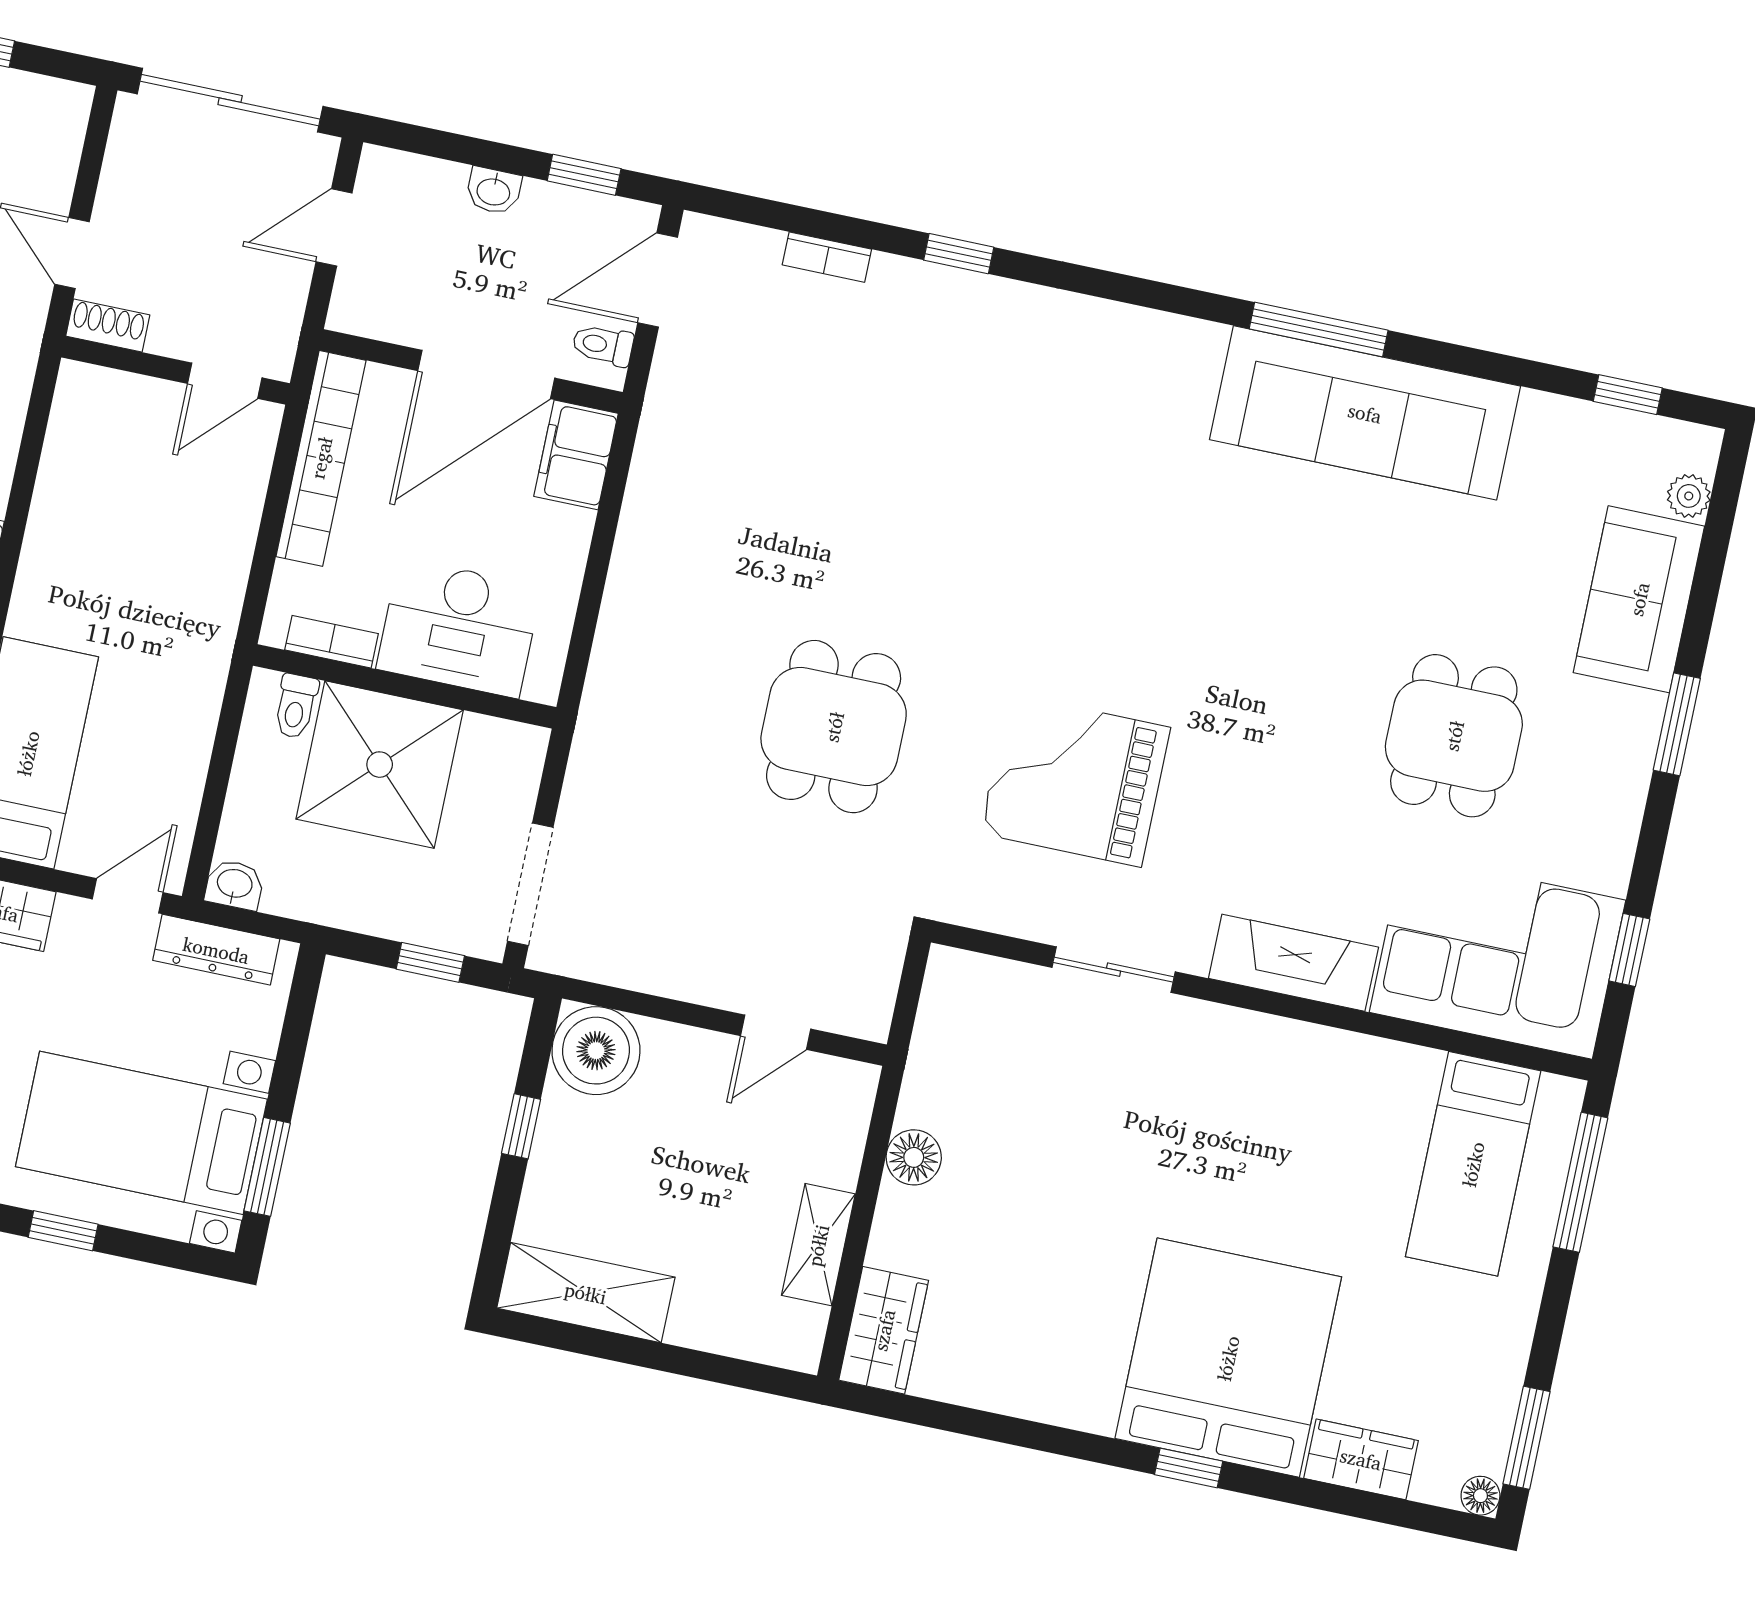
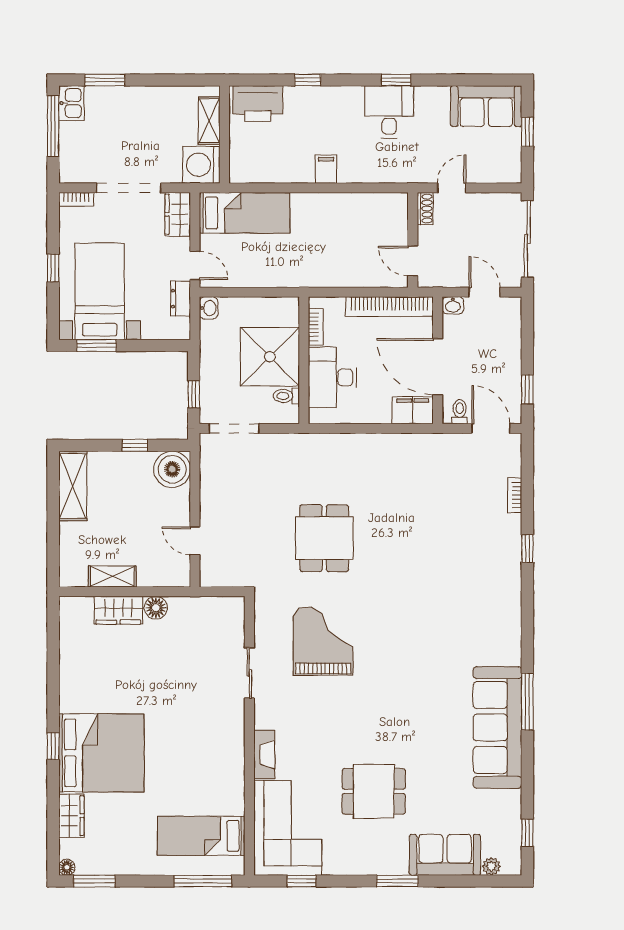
washbasin: (494, 191) -> (453, 305), moved, turned -90
toilet: (296, 706) -> (286, 396), moved
dining table: (834, 727) -> (324, 538), turned 90
dresser: (216, 950) -> (181, 299), width x0.70
fireplace: (1293, 963) -> (264, 754), width x0.73, depth x0.76
wardrobe: (884, 1330) -> (118, 610), moved

